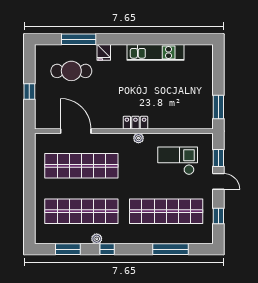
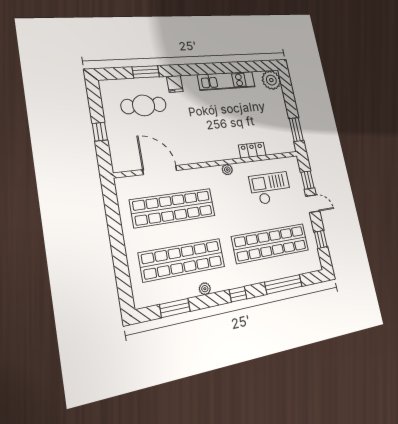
window: (79, 39) -> (146, 72), width x0.69
plant: (203, 55) -> (271, 80), added
locker: (135, 123) -> (252, 150), moved
window: (107, 249) -> (238, 294), moved

